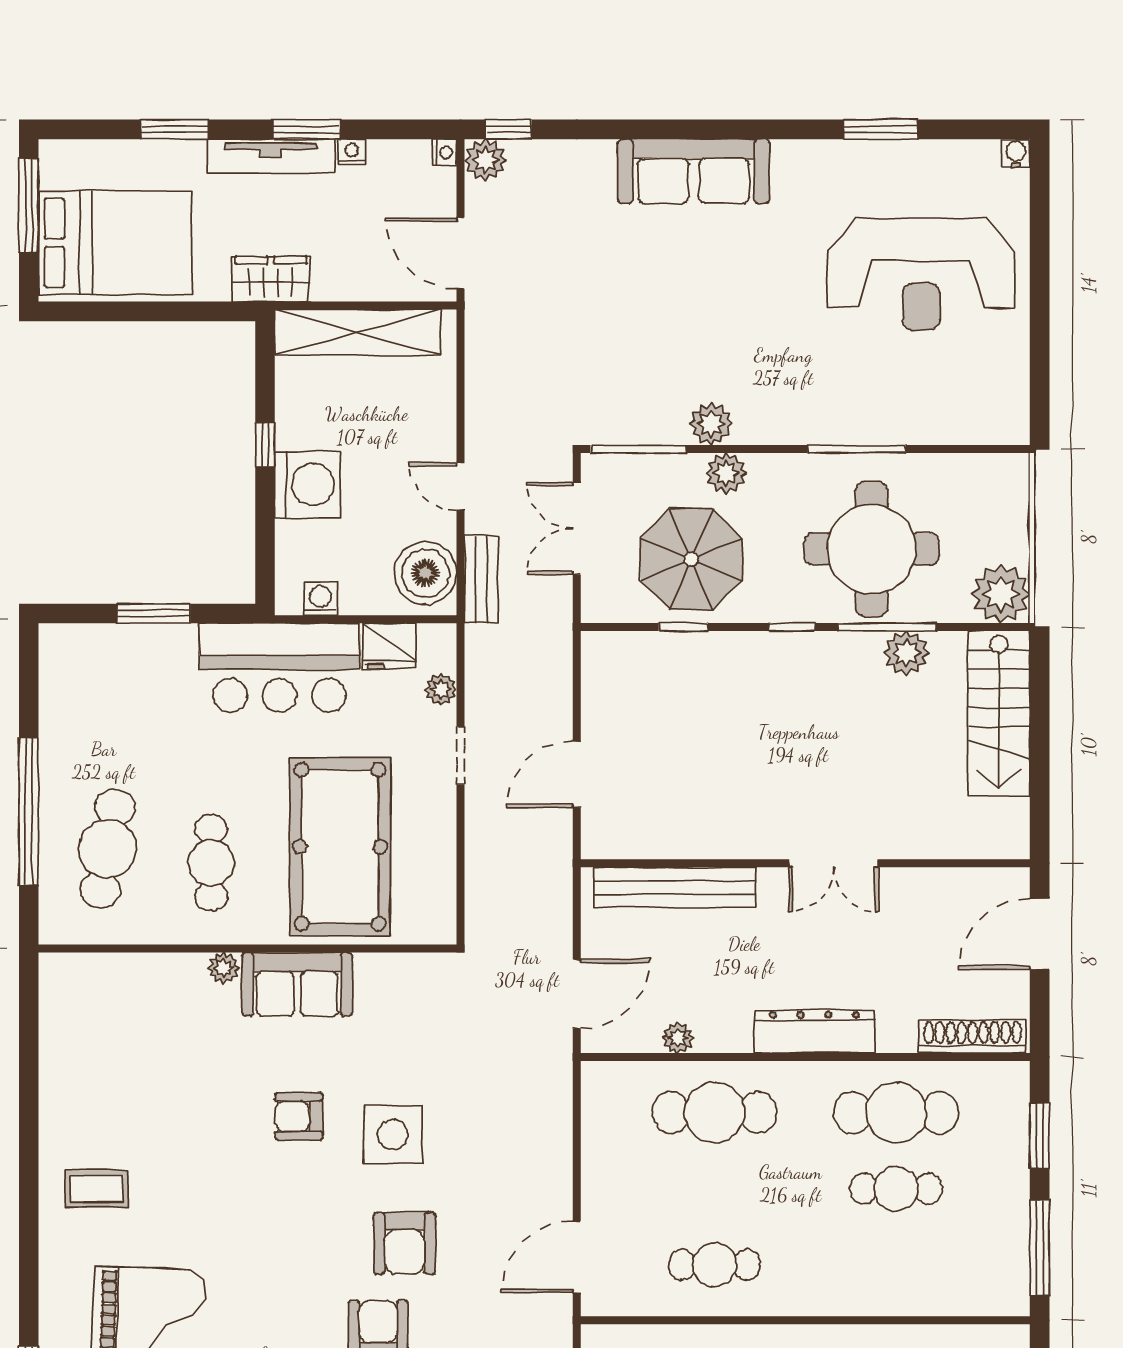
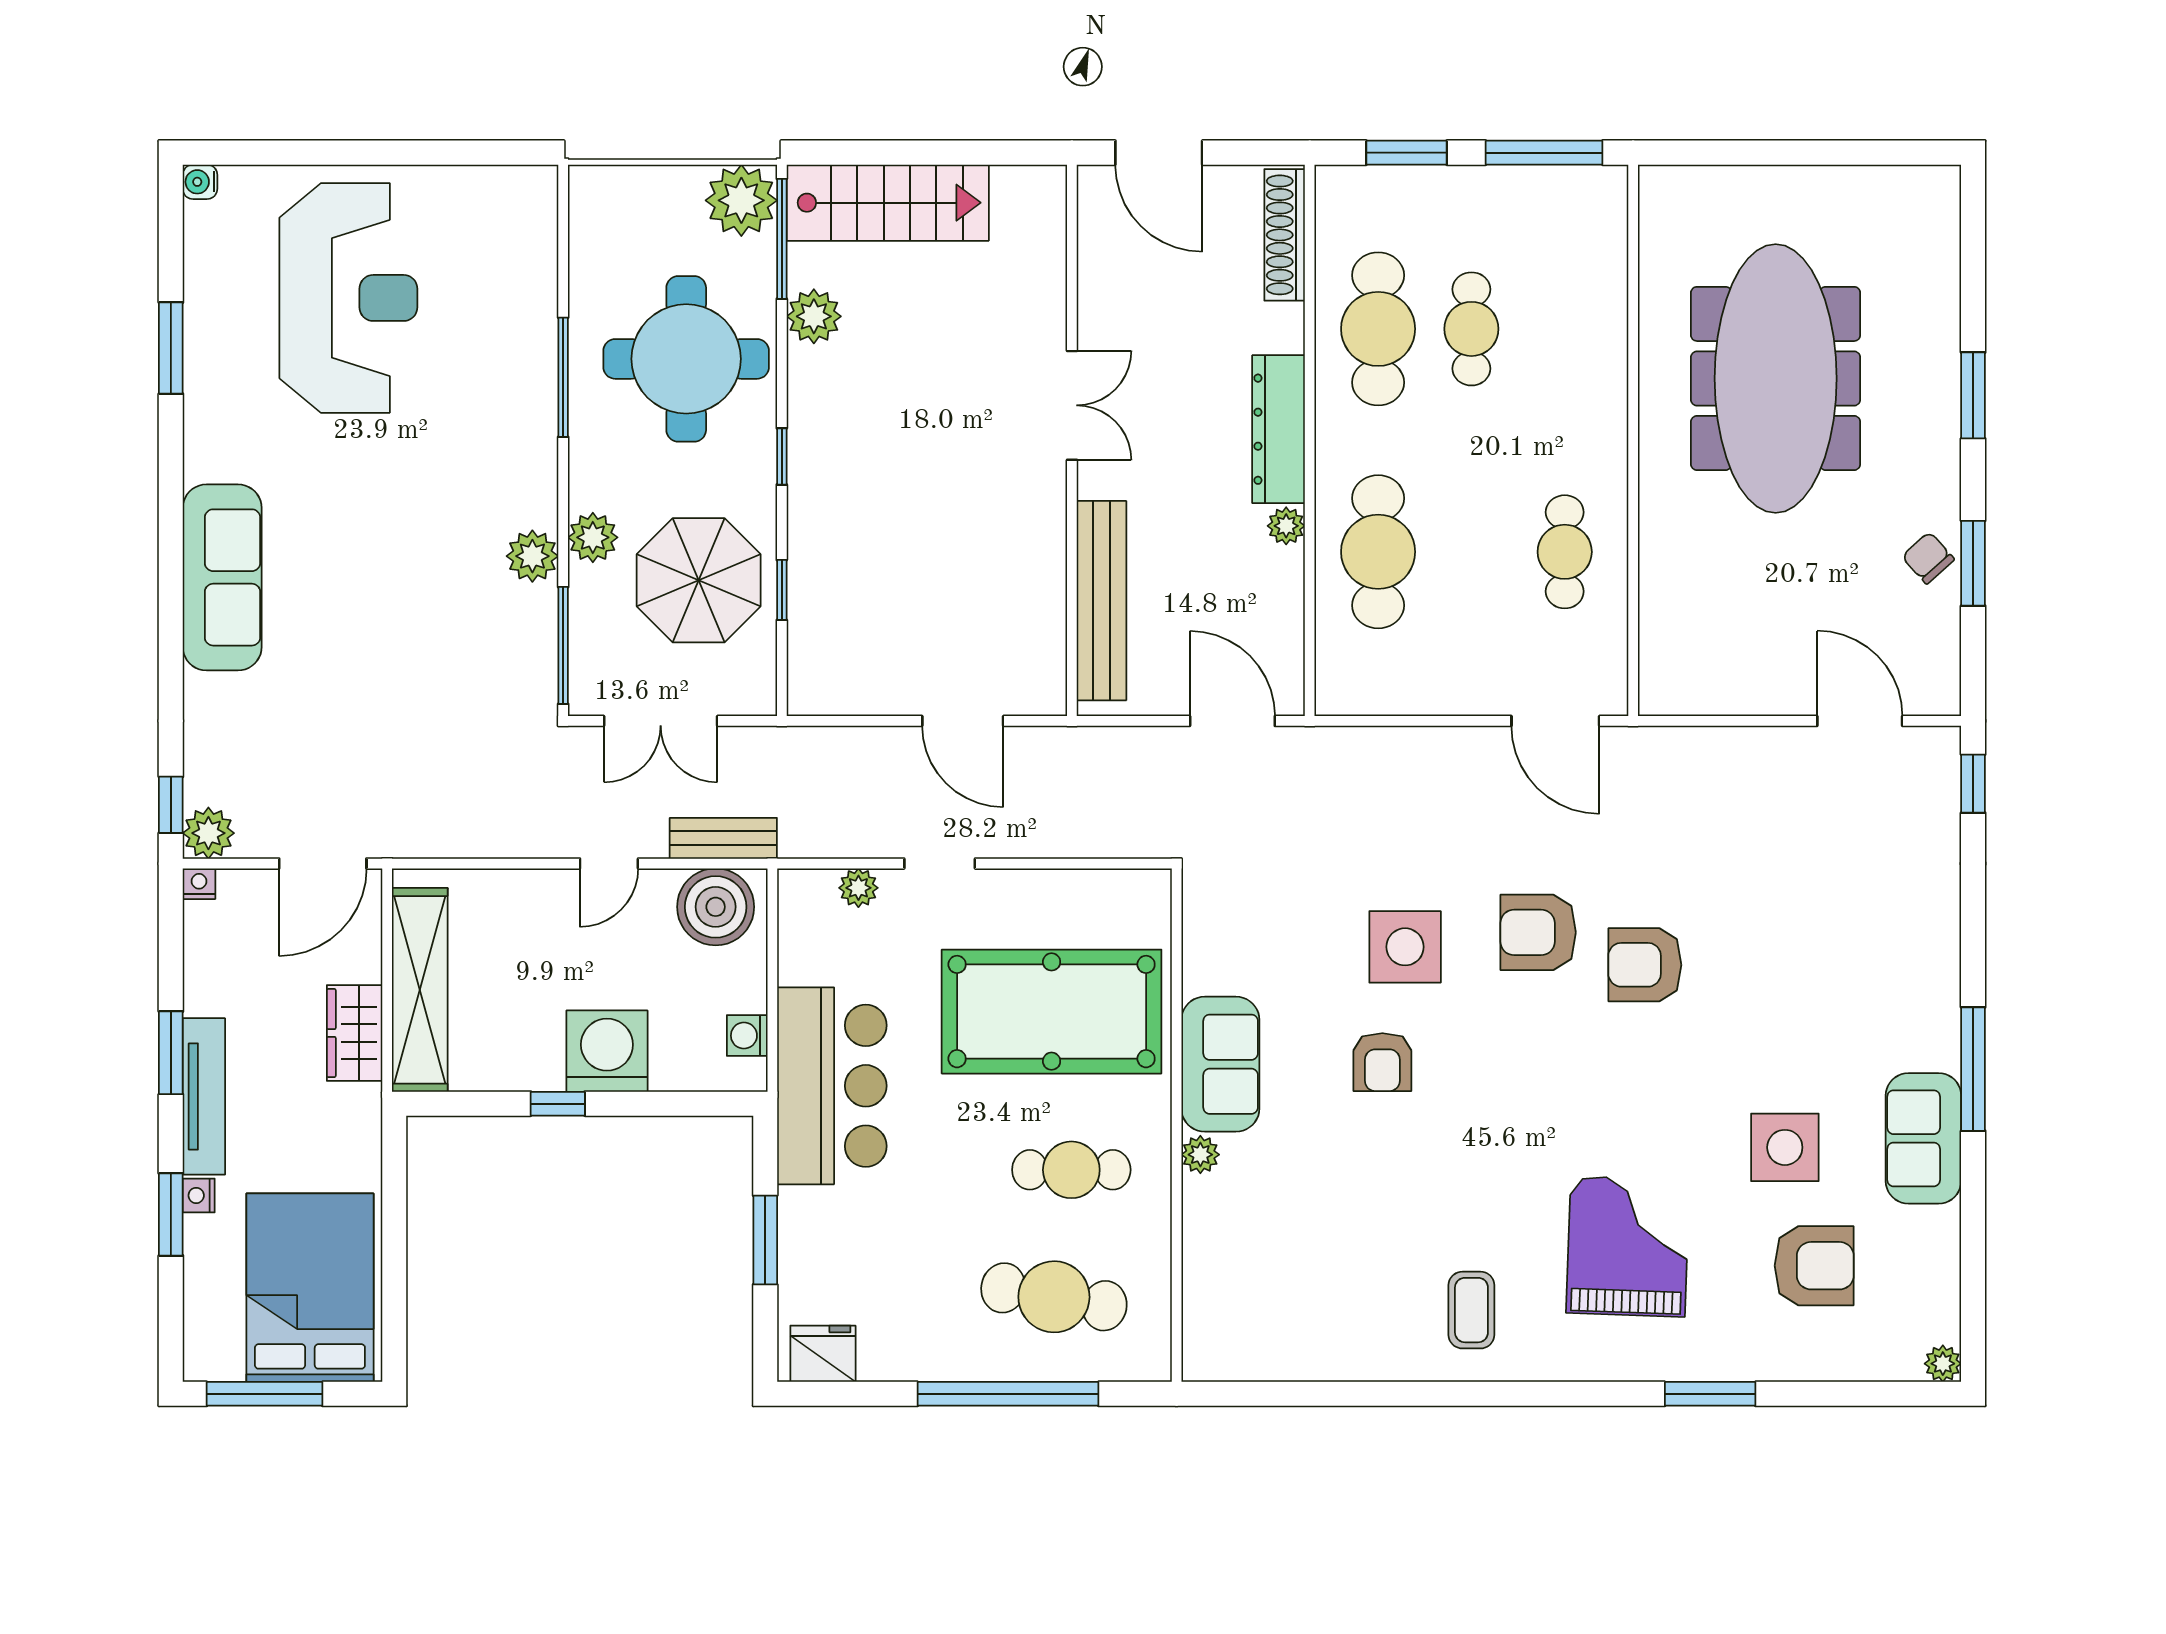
nightstand: (352, 152) -> (199, 1195), moved
wardrobe: (271, 279) -> (355, 1033), moved
window: (887, 627) -> (782, 239), moved
fridge: (389, 646) -> (823, 1354), moved, turned -90
plant: (678, 1038) -> (1286, 526), moved
armchair: (404, 1243) -> (1538, 932), turned 180

